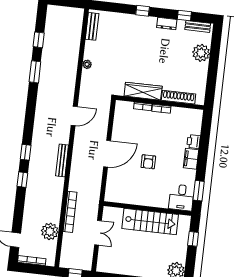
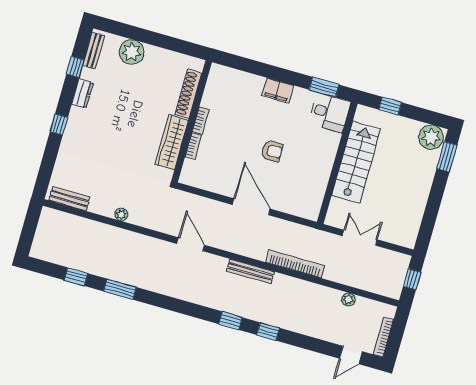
printer: (194, 142) -> (254, 83), removed
bookcase: (70, 212) -> (295, 264), moved
plant: (50, 231) -> (348, 299), width x0.53, depth x0.53

